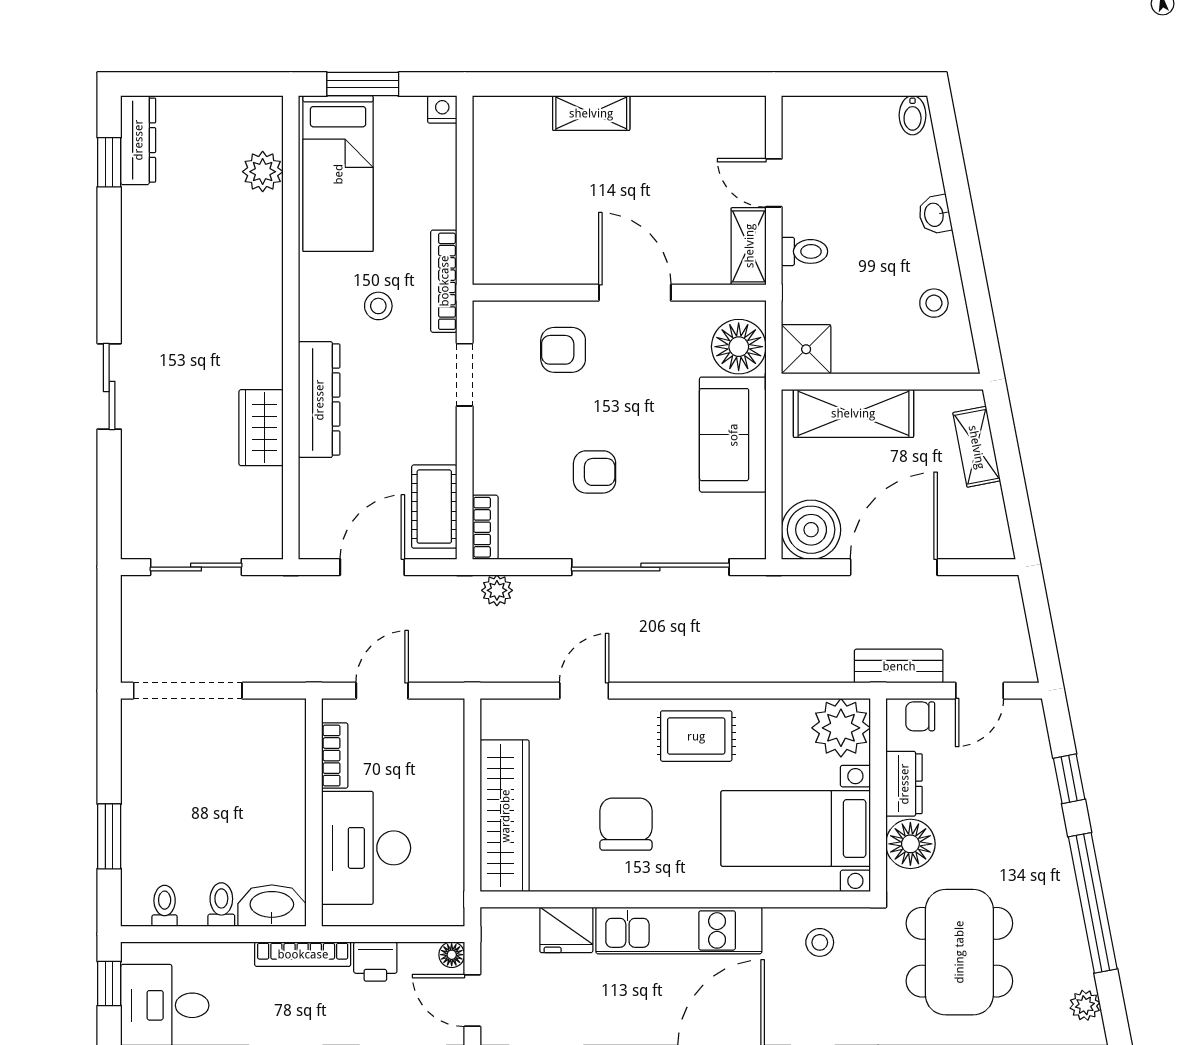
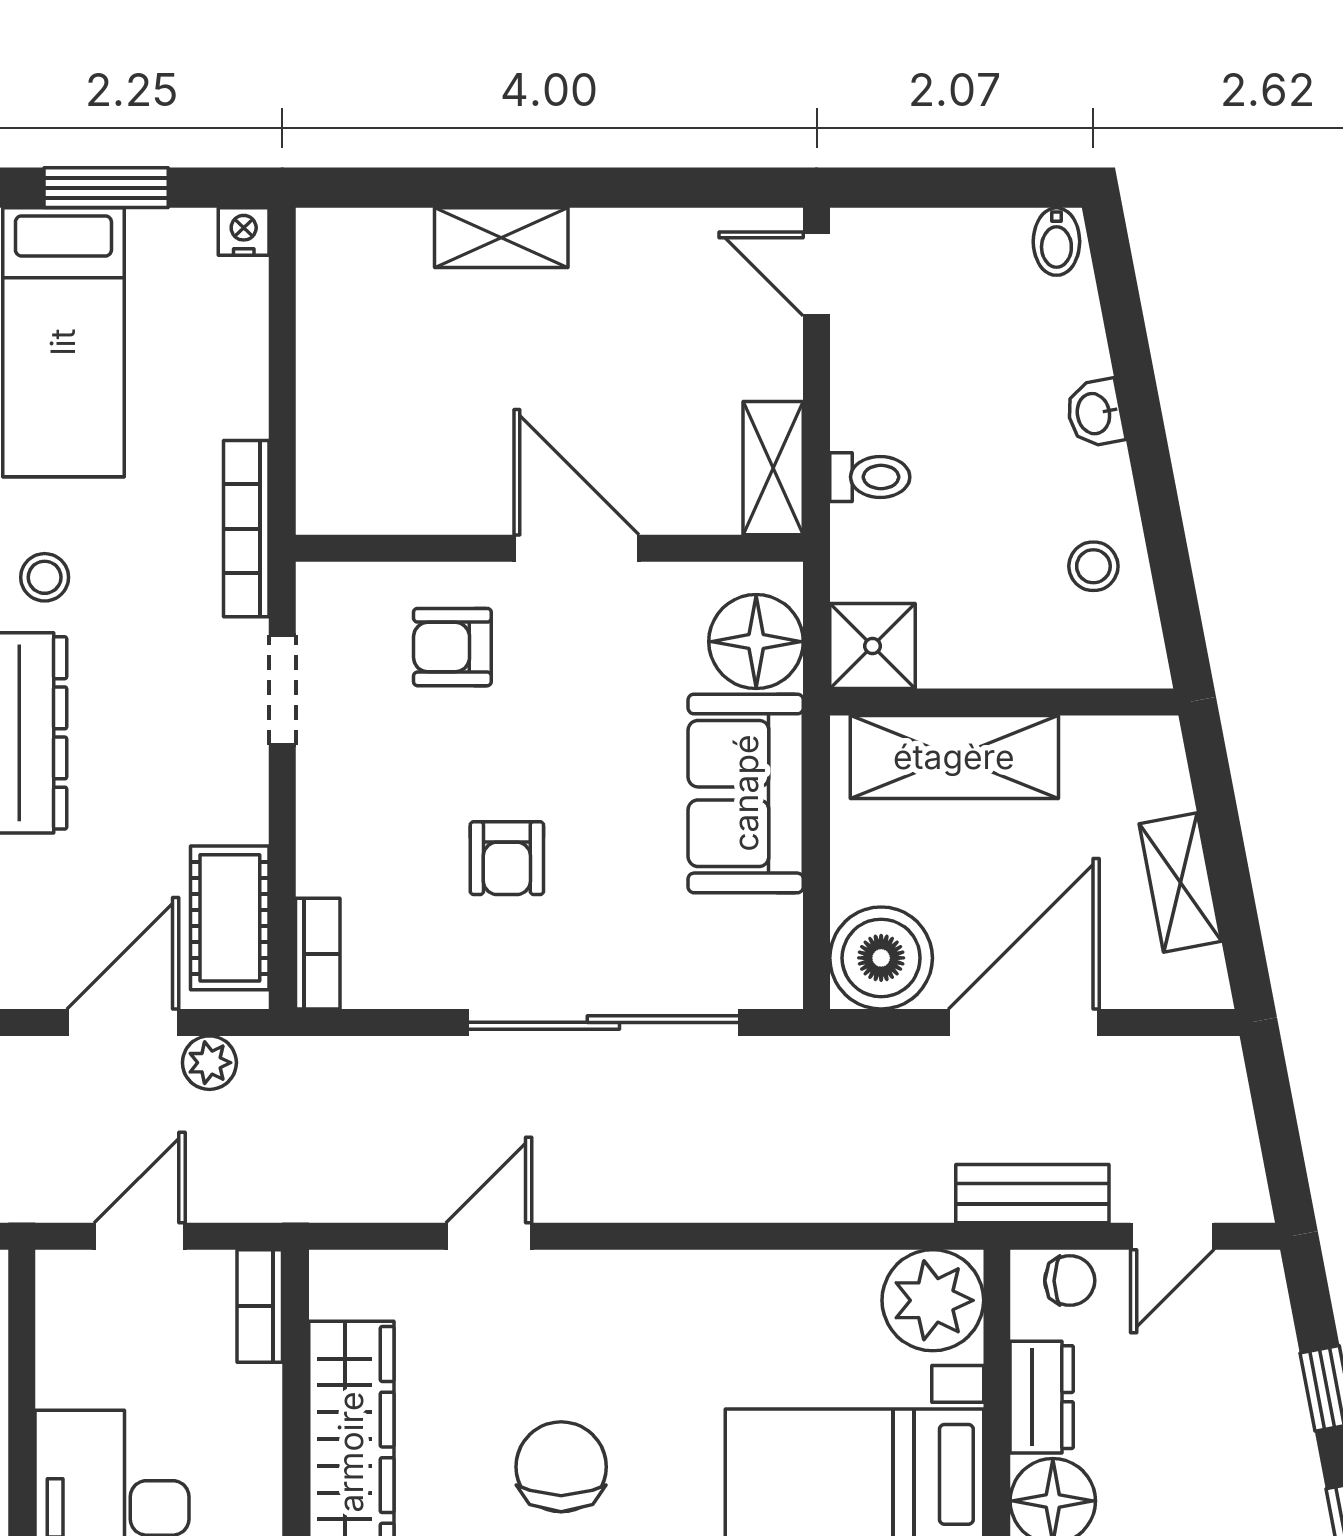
door: (774, 183) -> (817, 274), moved
stool: (378, 306) -> (45, 577), moved
shelving: (977, 447) -> (1180, 883), moved
armchair: (595, 472) -> (507, 858), turned 90
plant: (497, 590) -> (209, 1063), moved
chair: (920, 716) -> (1070, 1281), turned 180
rug: (696, 736) -> (683, 1315), removed
bookcase: (335, 756) -> (260, 1306), moved, turned 180

